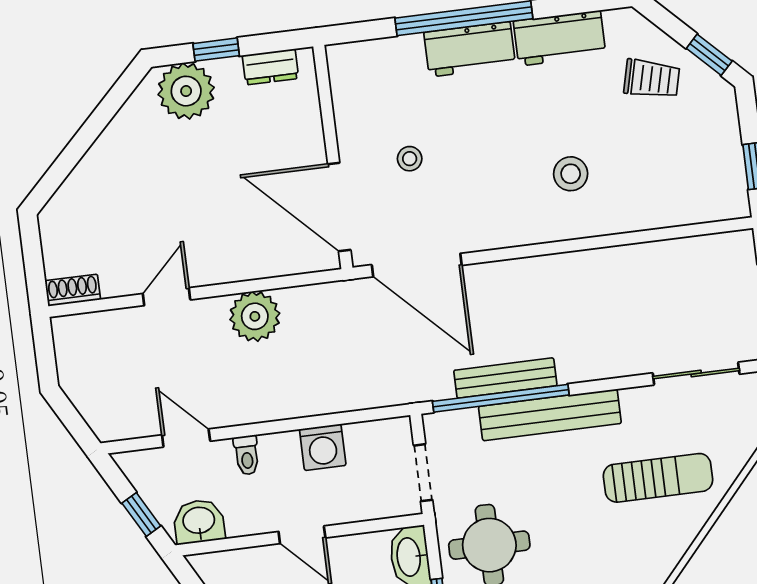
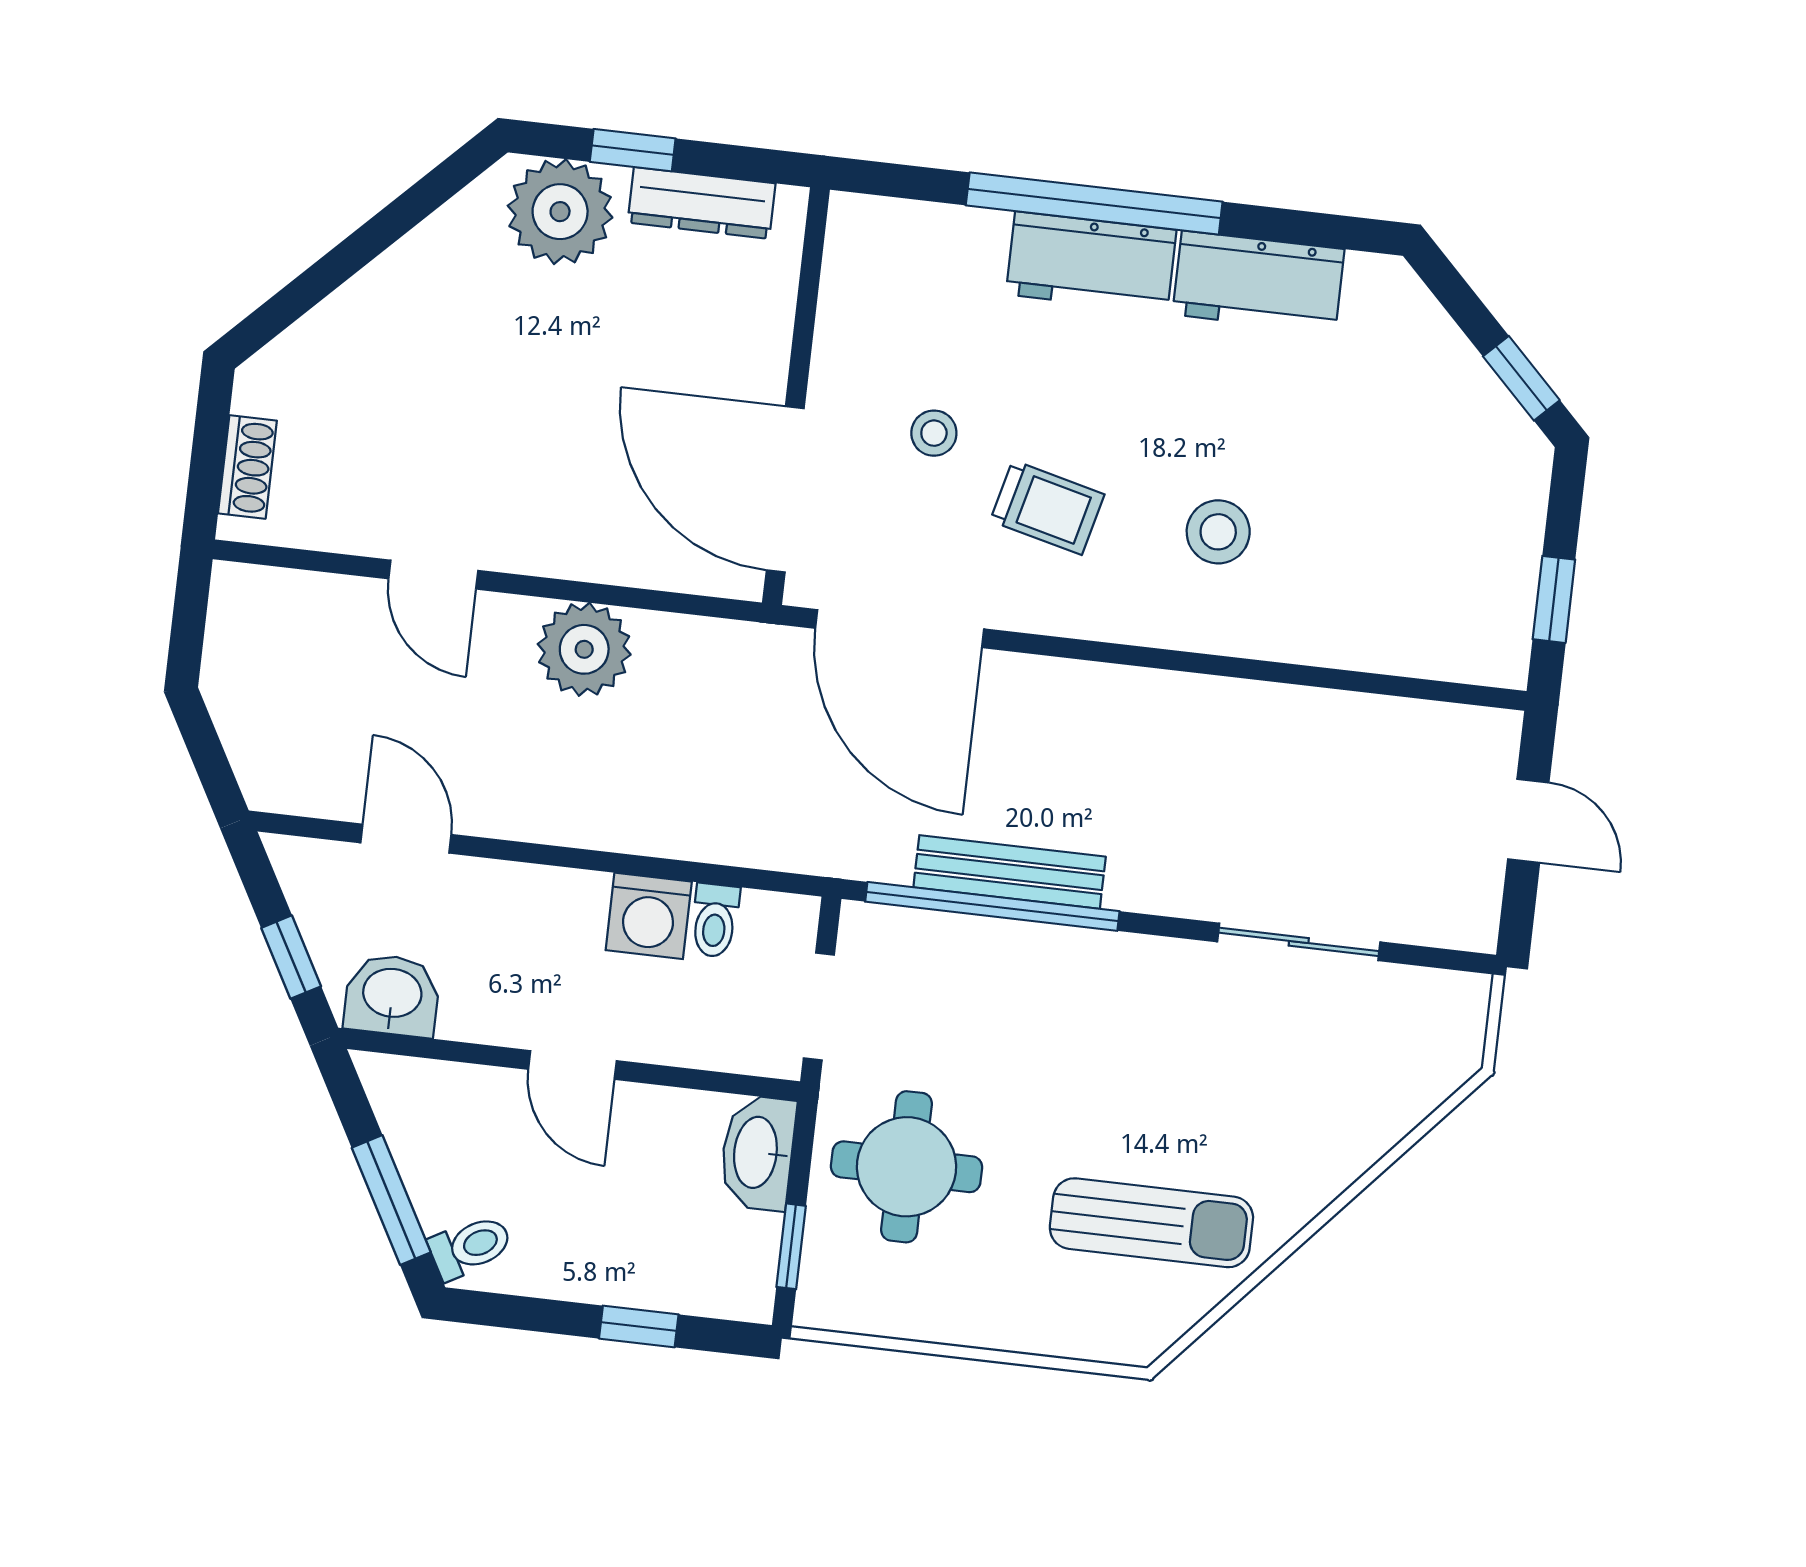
dresser: (270, 67) -> (702, 203), width x1.44
trolley: (652, 79) -> (1047, 508), moved
shoe rack: (73, 290) -> (247, 467), moved, turned 90
door: (166, 297) -> (433, 575), swing flipped
sliding door: (696, 374) -> (1299, 942), moved
bench: (550, 415) -> (1074, 958), removed
toilet: (247, 455) -> (715, 920), moved
sun lounger: (658, 478) -> (1151, 1223), moved

